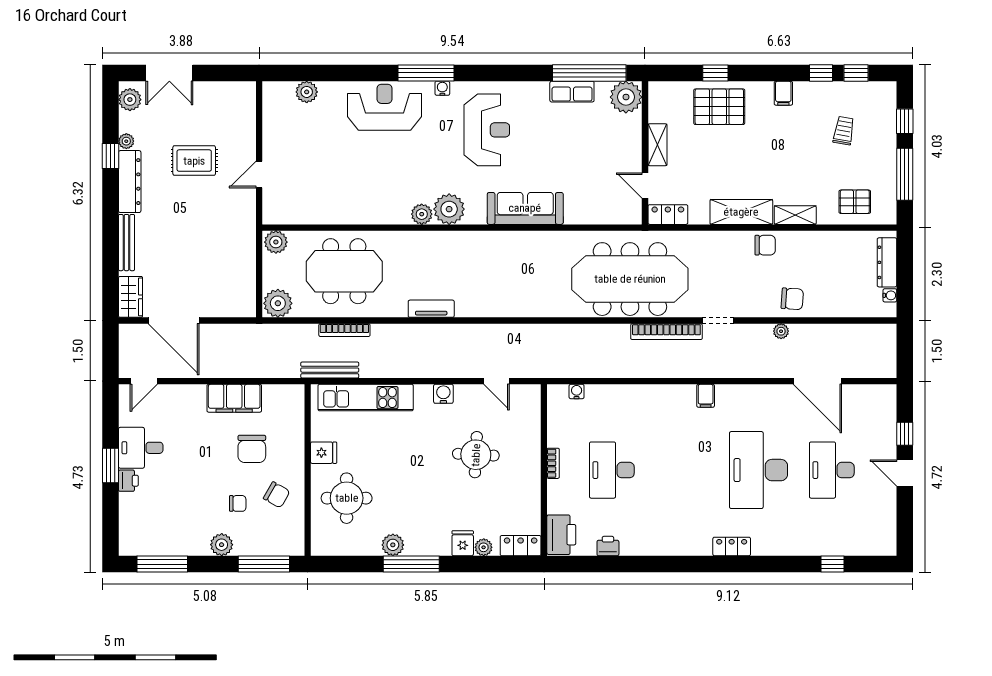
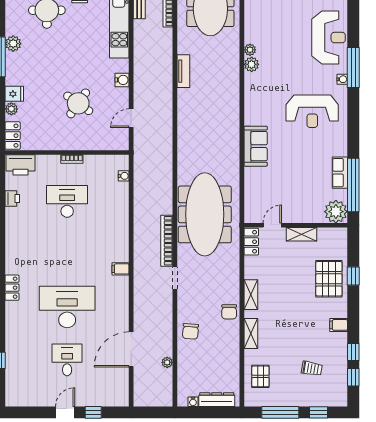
sofa: (525, 208) -> (256, 146), width x0.73
plant: (449, 209) -> (250, 50), moved, width x0.53, depth x0.53
shelving: (741, 212) -> (251, 295), width x0.67, depth x0.75
plant: (781, 331) -> (167, 362), moved
round table: (476, 455) -> (78, 103), turned 32
desk: (832, 470) -> (67, 360), width x0.73

